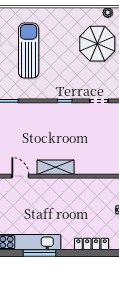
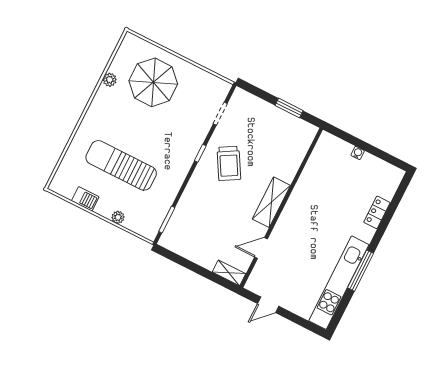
plant: (108, 13) -> (110, 80), moved
trolley: (68, 124) -> (229, 163), added
locker: (92, 244) -> (377, 212), width x0.66

